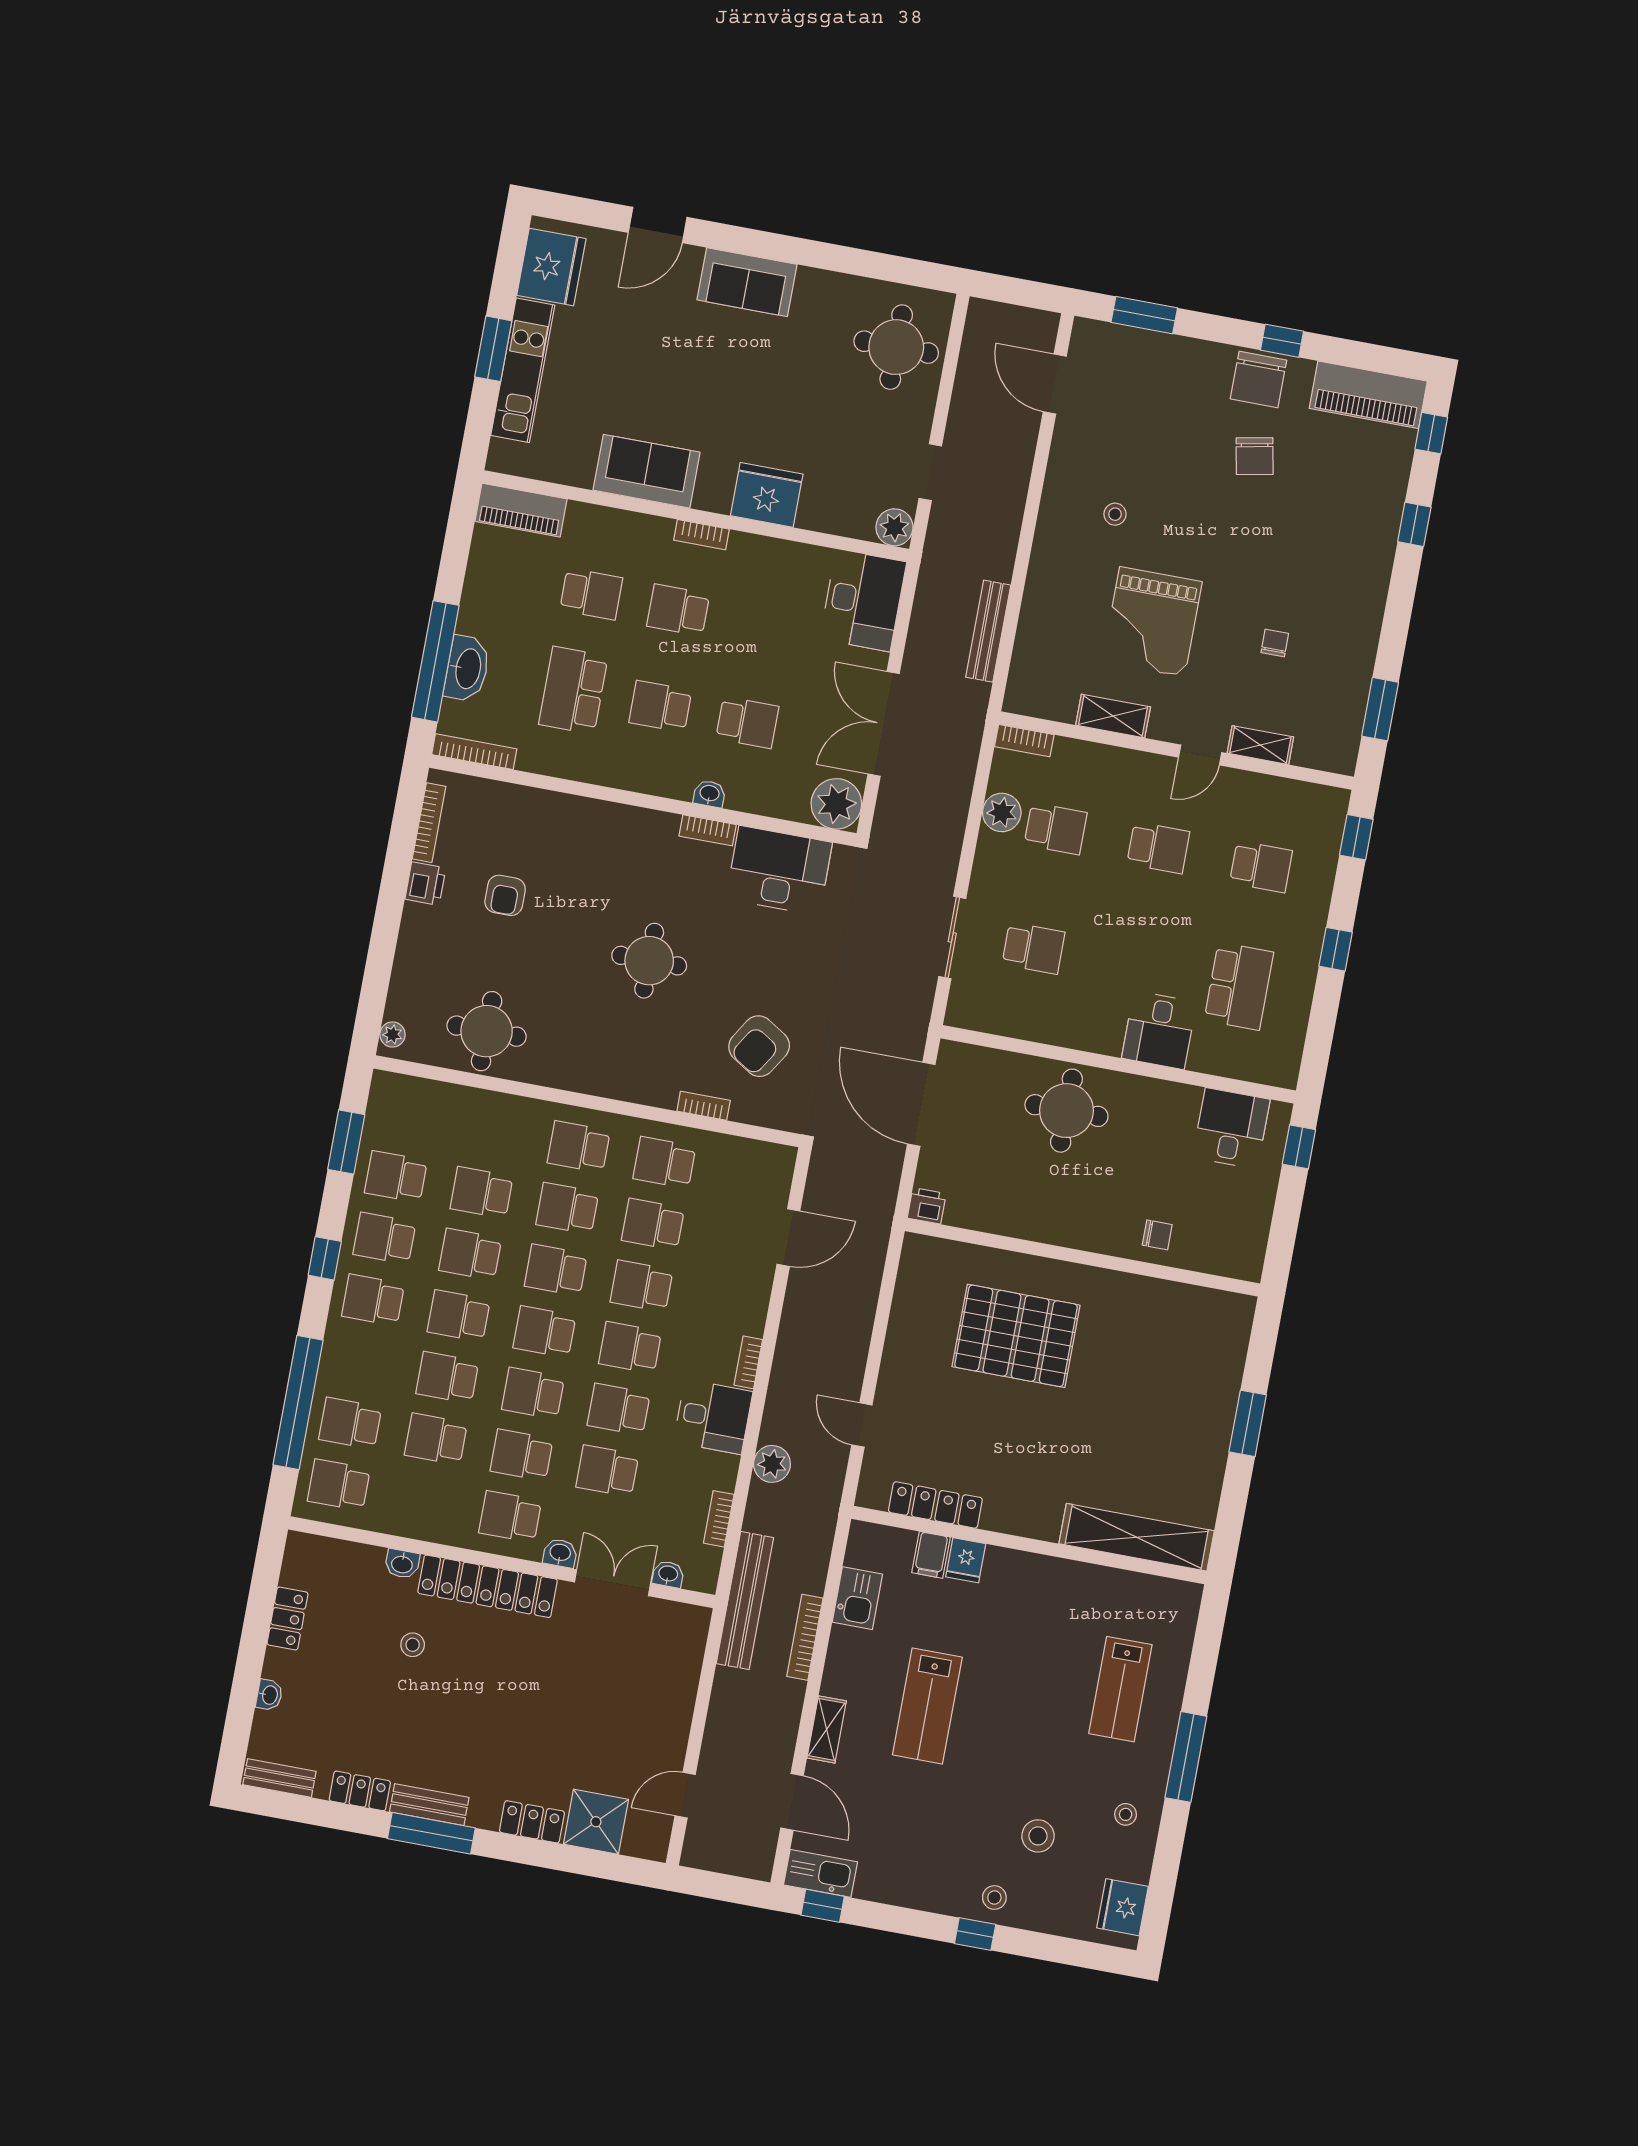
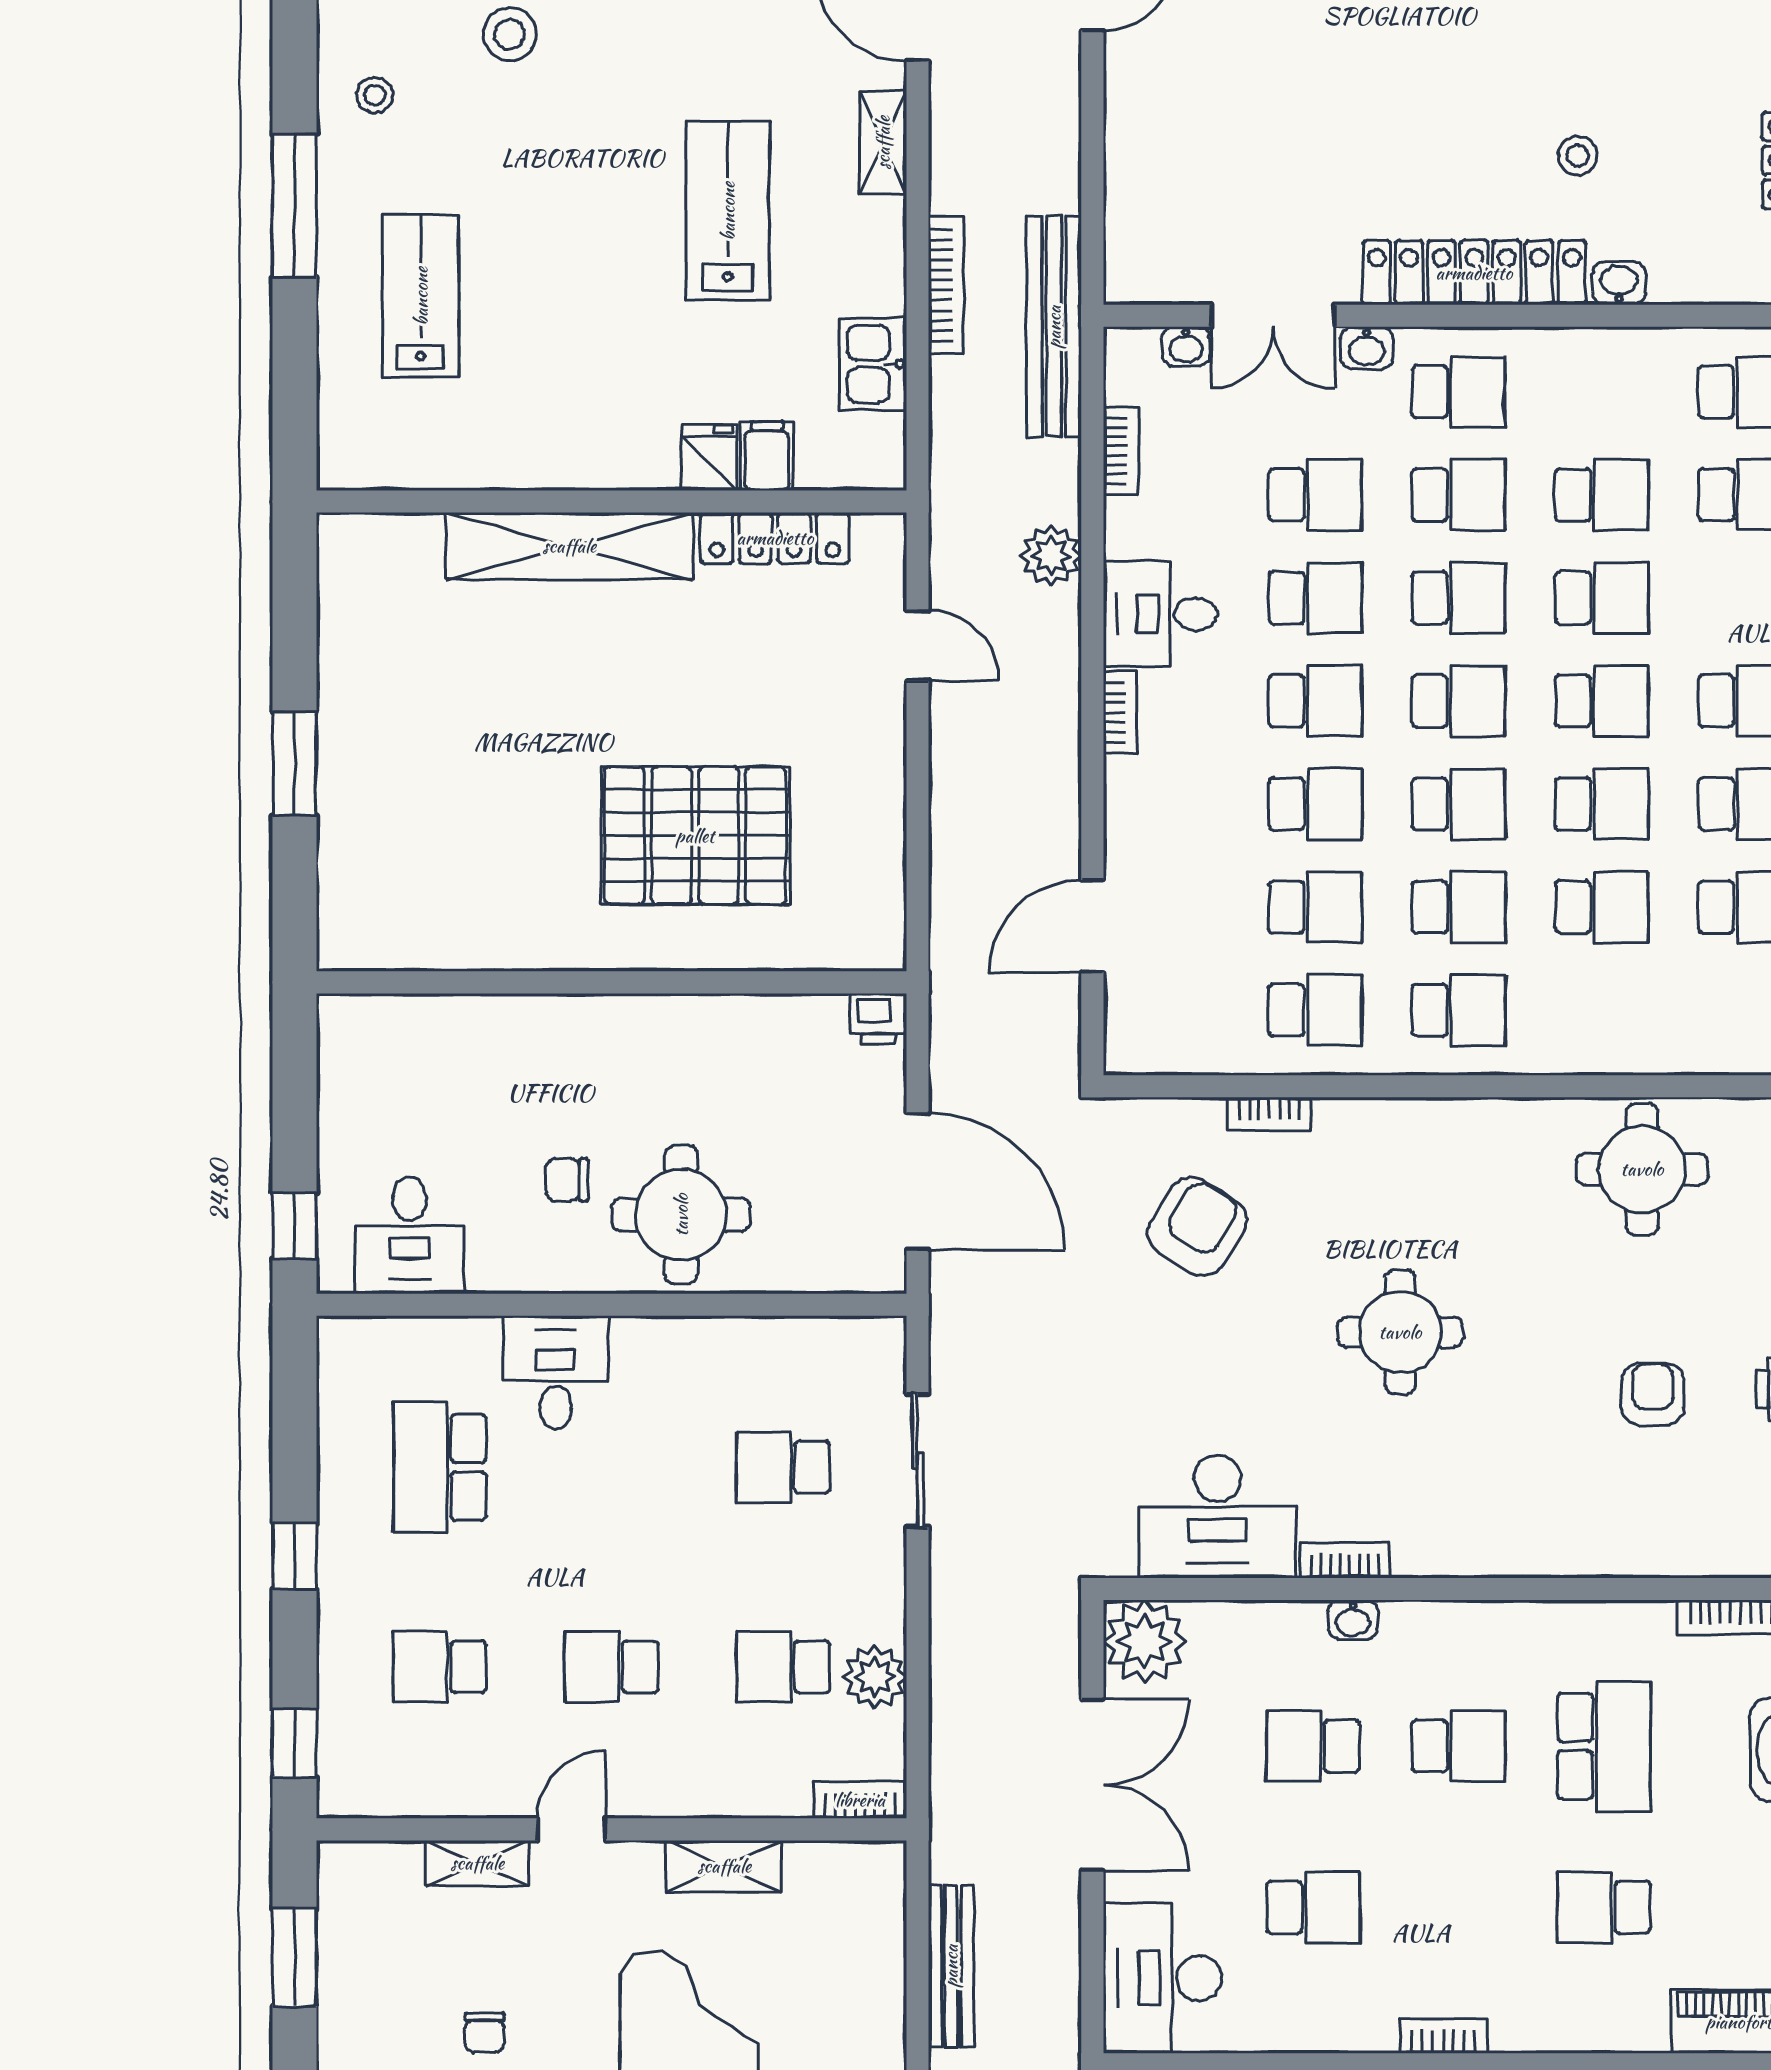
school desk: (678, 610) -> (1313, 1907), moved
chair: (1157, 1235) -> (567, 1180), moved
shelving: (1137, 1537) -> (569, 546), moved

